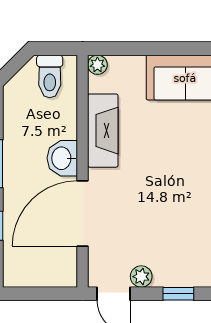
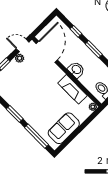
door: (83, 213) -> (47, 52), moved

